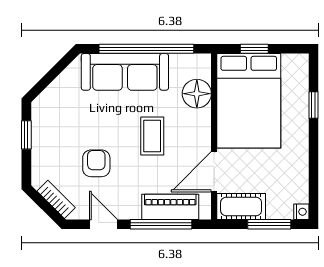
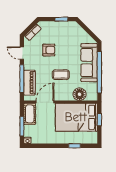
door: (214, 172) -> (45, 102), hinge flipped
door: (103, 224) -> (22, 53), swing flipped

